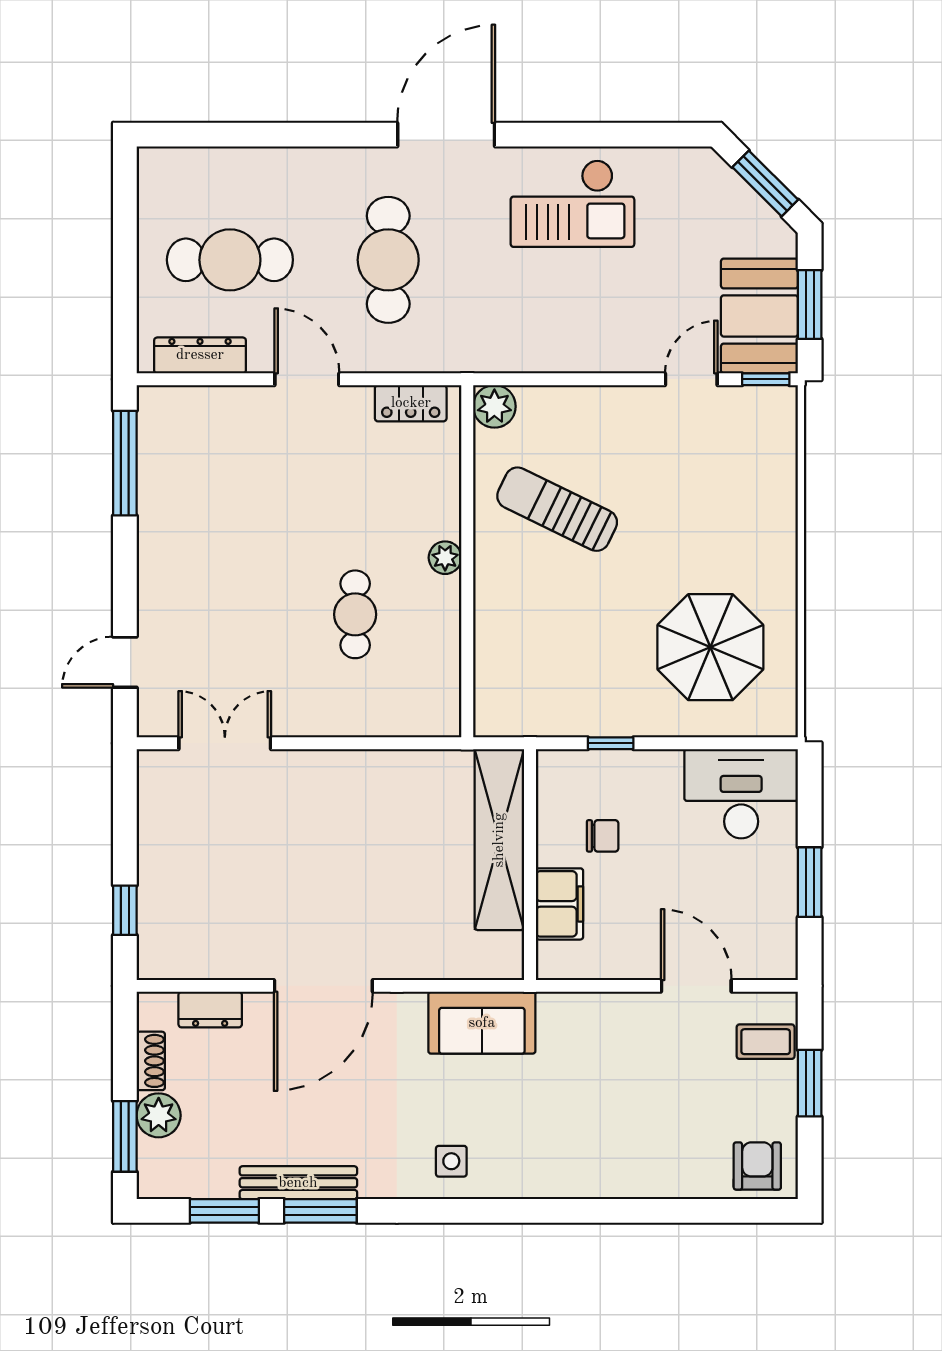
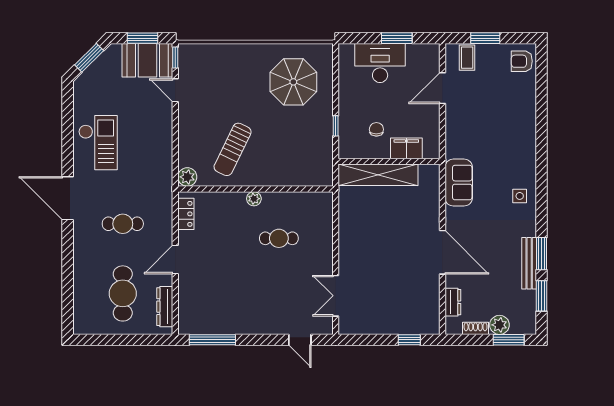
cafe table: (388, 260) -> (123, 224), width x0.73, depth x0.74
desk: (741, 794) -> (380, 63), moved, turned 90

